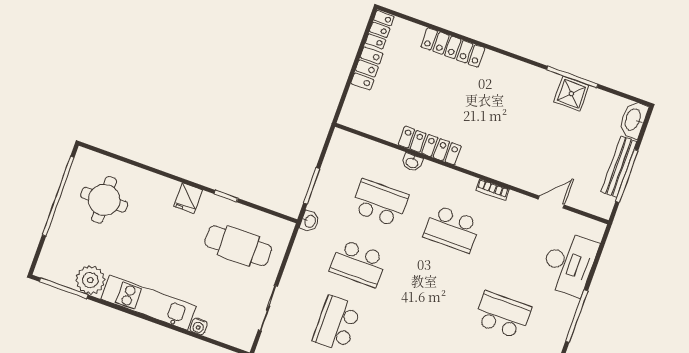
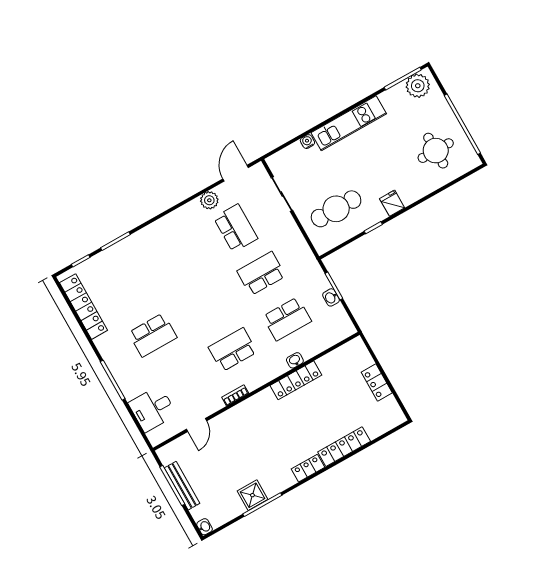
locker: (380, 30) -> (308, 468), moved, turned 90
washbasin: (633, 120) -> (205, 527), width x0.52, depth x0.69
washbasin: (310, 221) -> (331, 297), moved
desk: (569, 263) -> (152, 409), width x0.73
plant: (90, 280) -> (418, 86), moved

